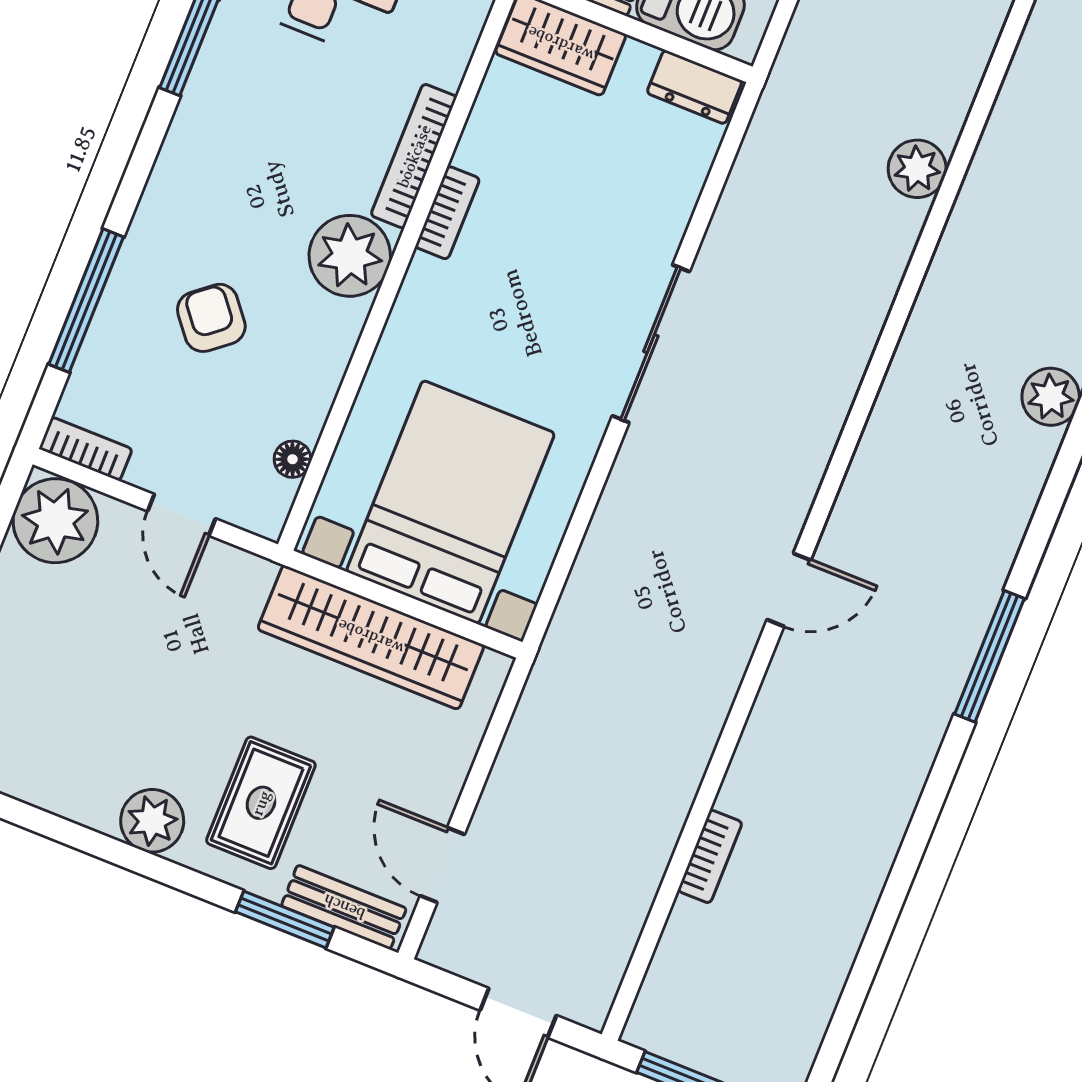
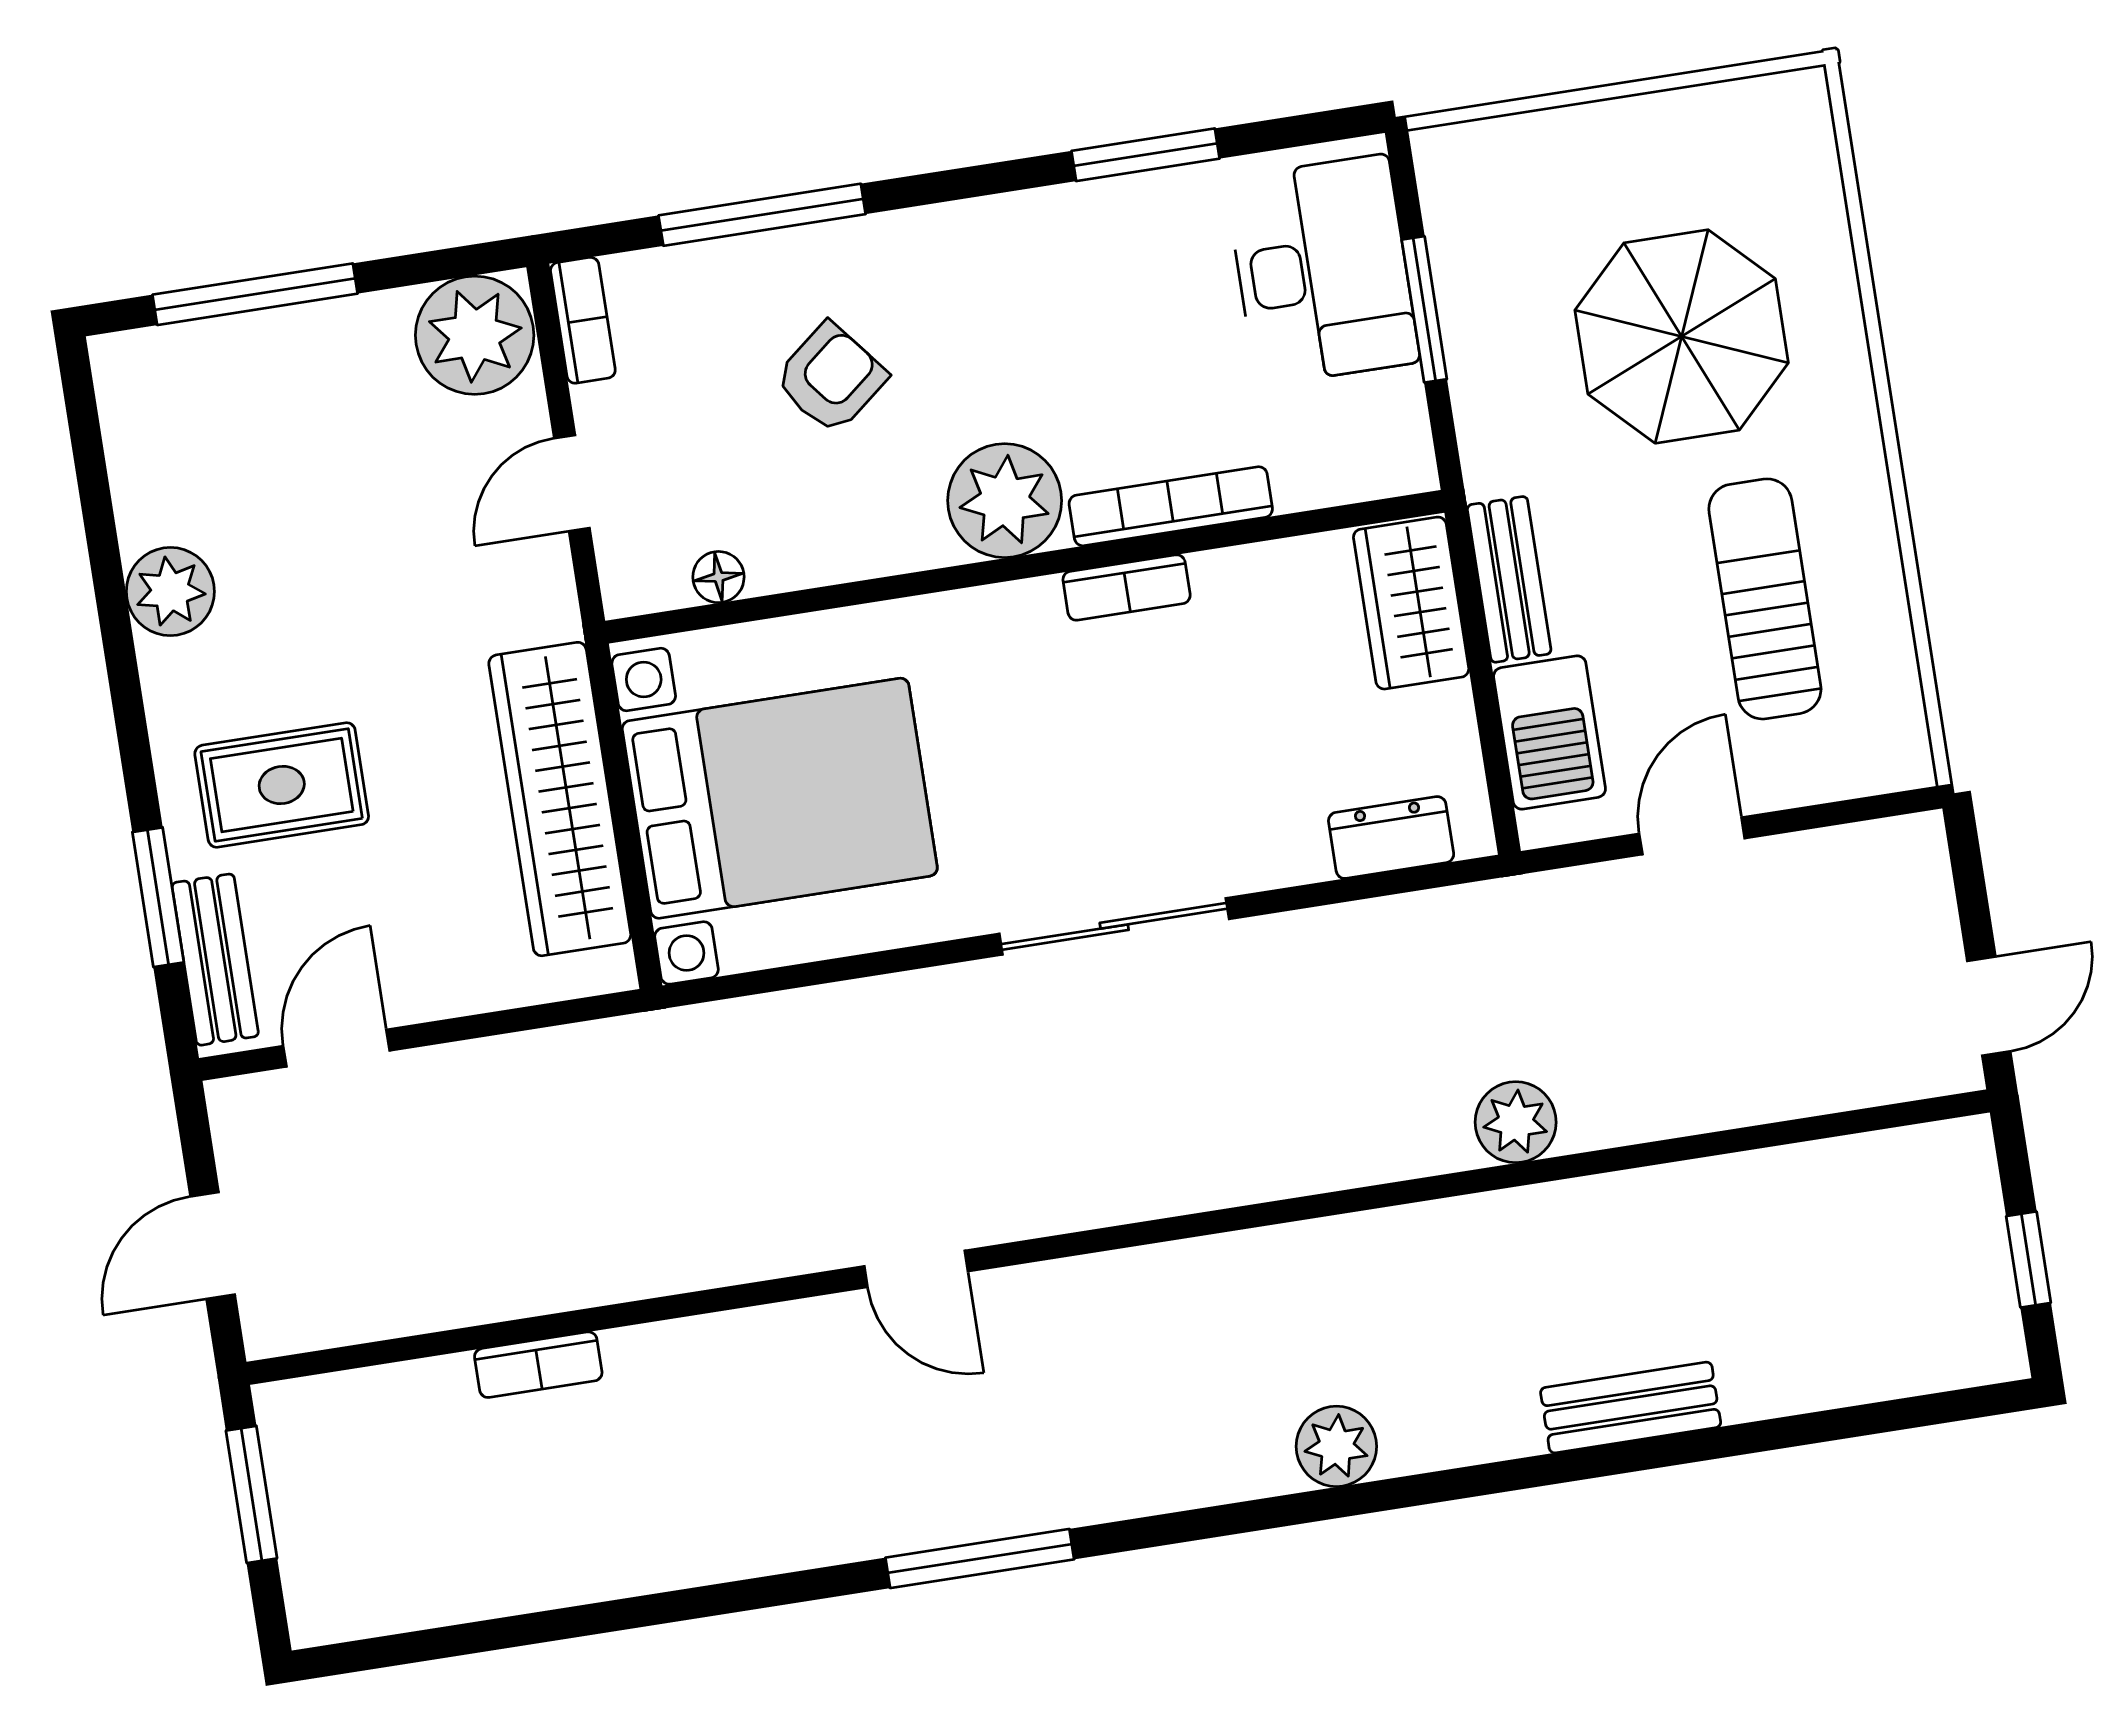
dresser: (695, 87) -> (1391, 838), moved, turned 90
plant: (152, 821) -> (170, 592), moved

